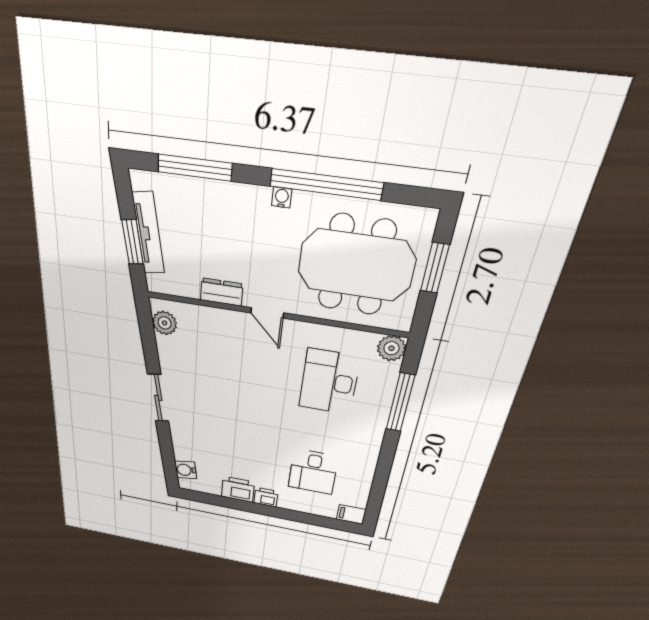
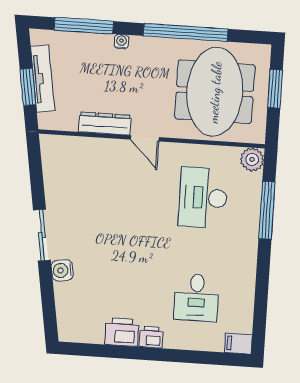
water cooler: (282, 197) -> (121, 42), moved
meeting table: (356, 265) -> (215, 92), turned 90
dresser: (222, 292) -> (105, 123), width x1.44
plant: (165, 323) -> (52, 157), removed
water cooler: (186, 470) -> (62, 270), moved

